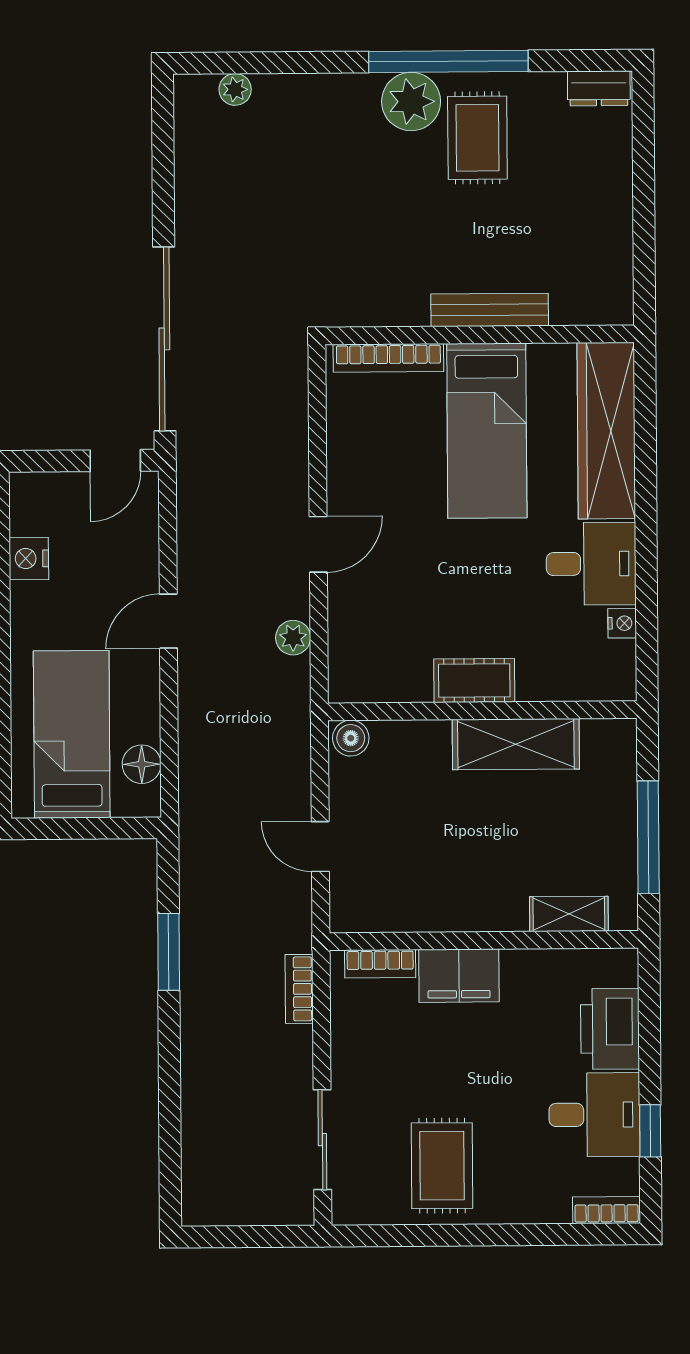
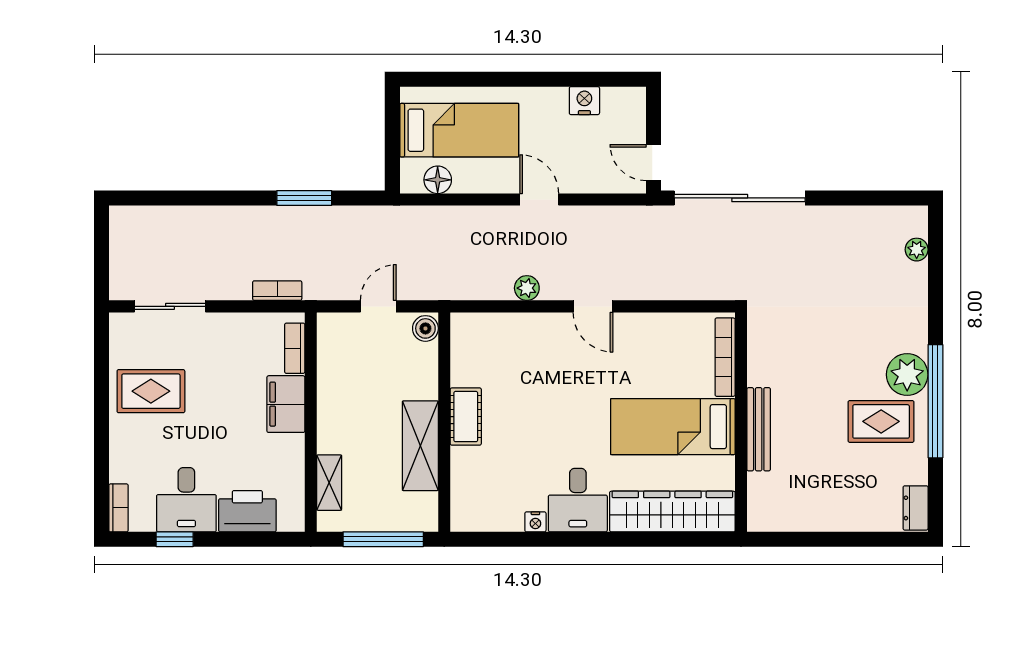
cot: (474, 681) -> (466, 417), moved
wall: (482, 711) -> (444, 422), moved
boiler: (351, 738) -> (425, 328), moved
shelving: (516, 744) -> (420, 446), moved

